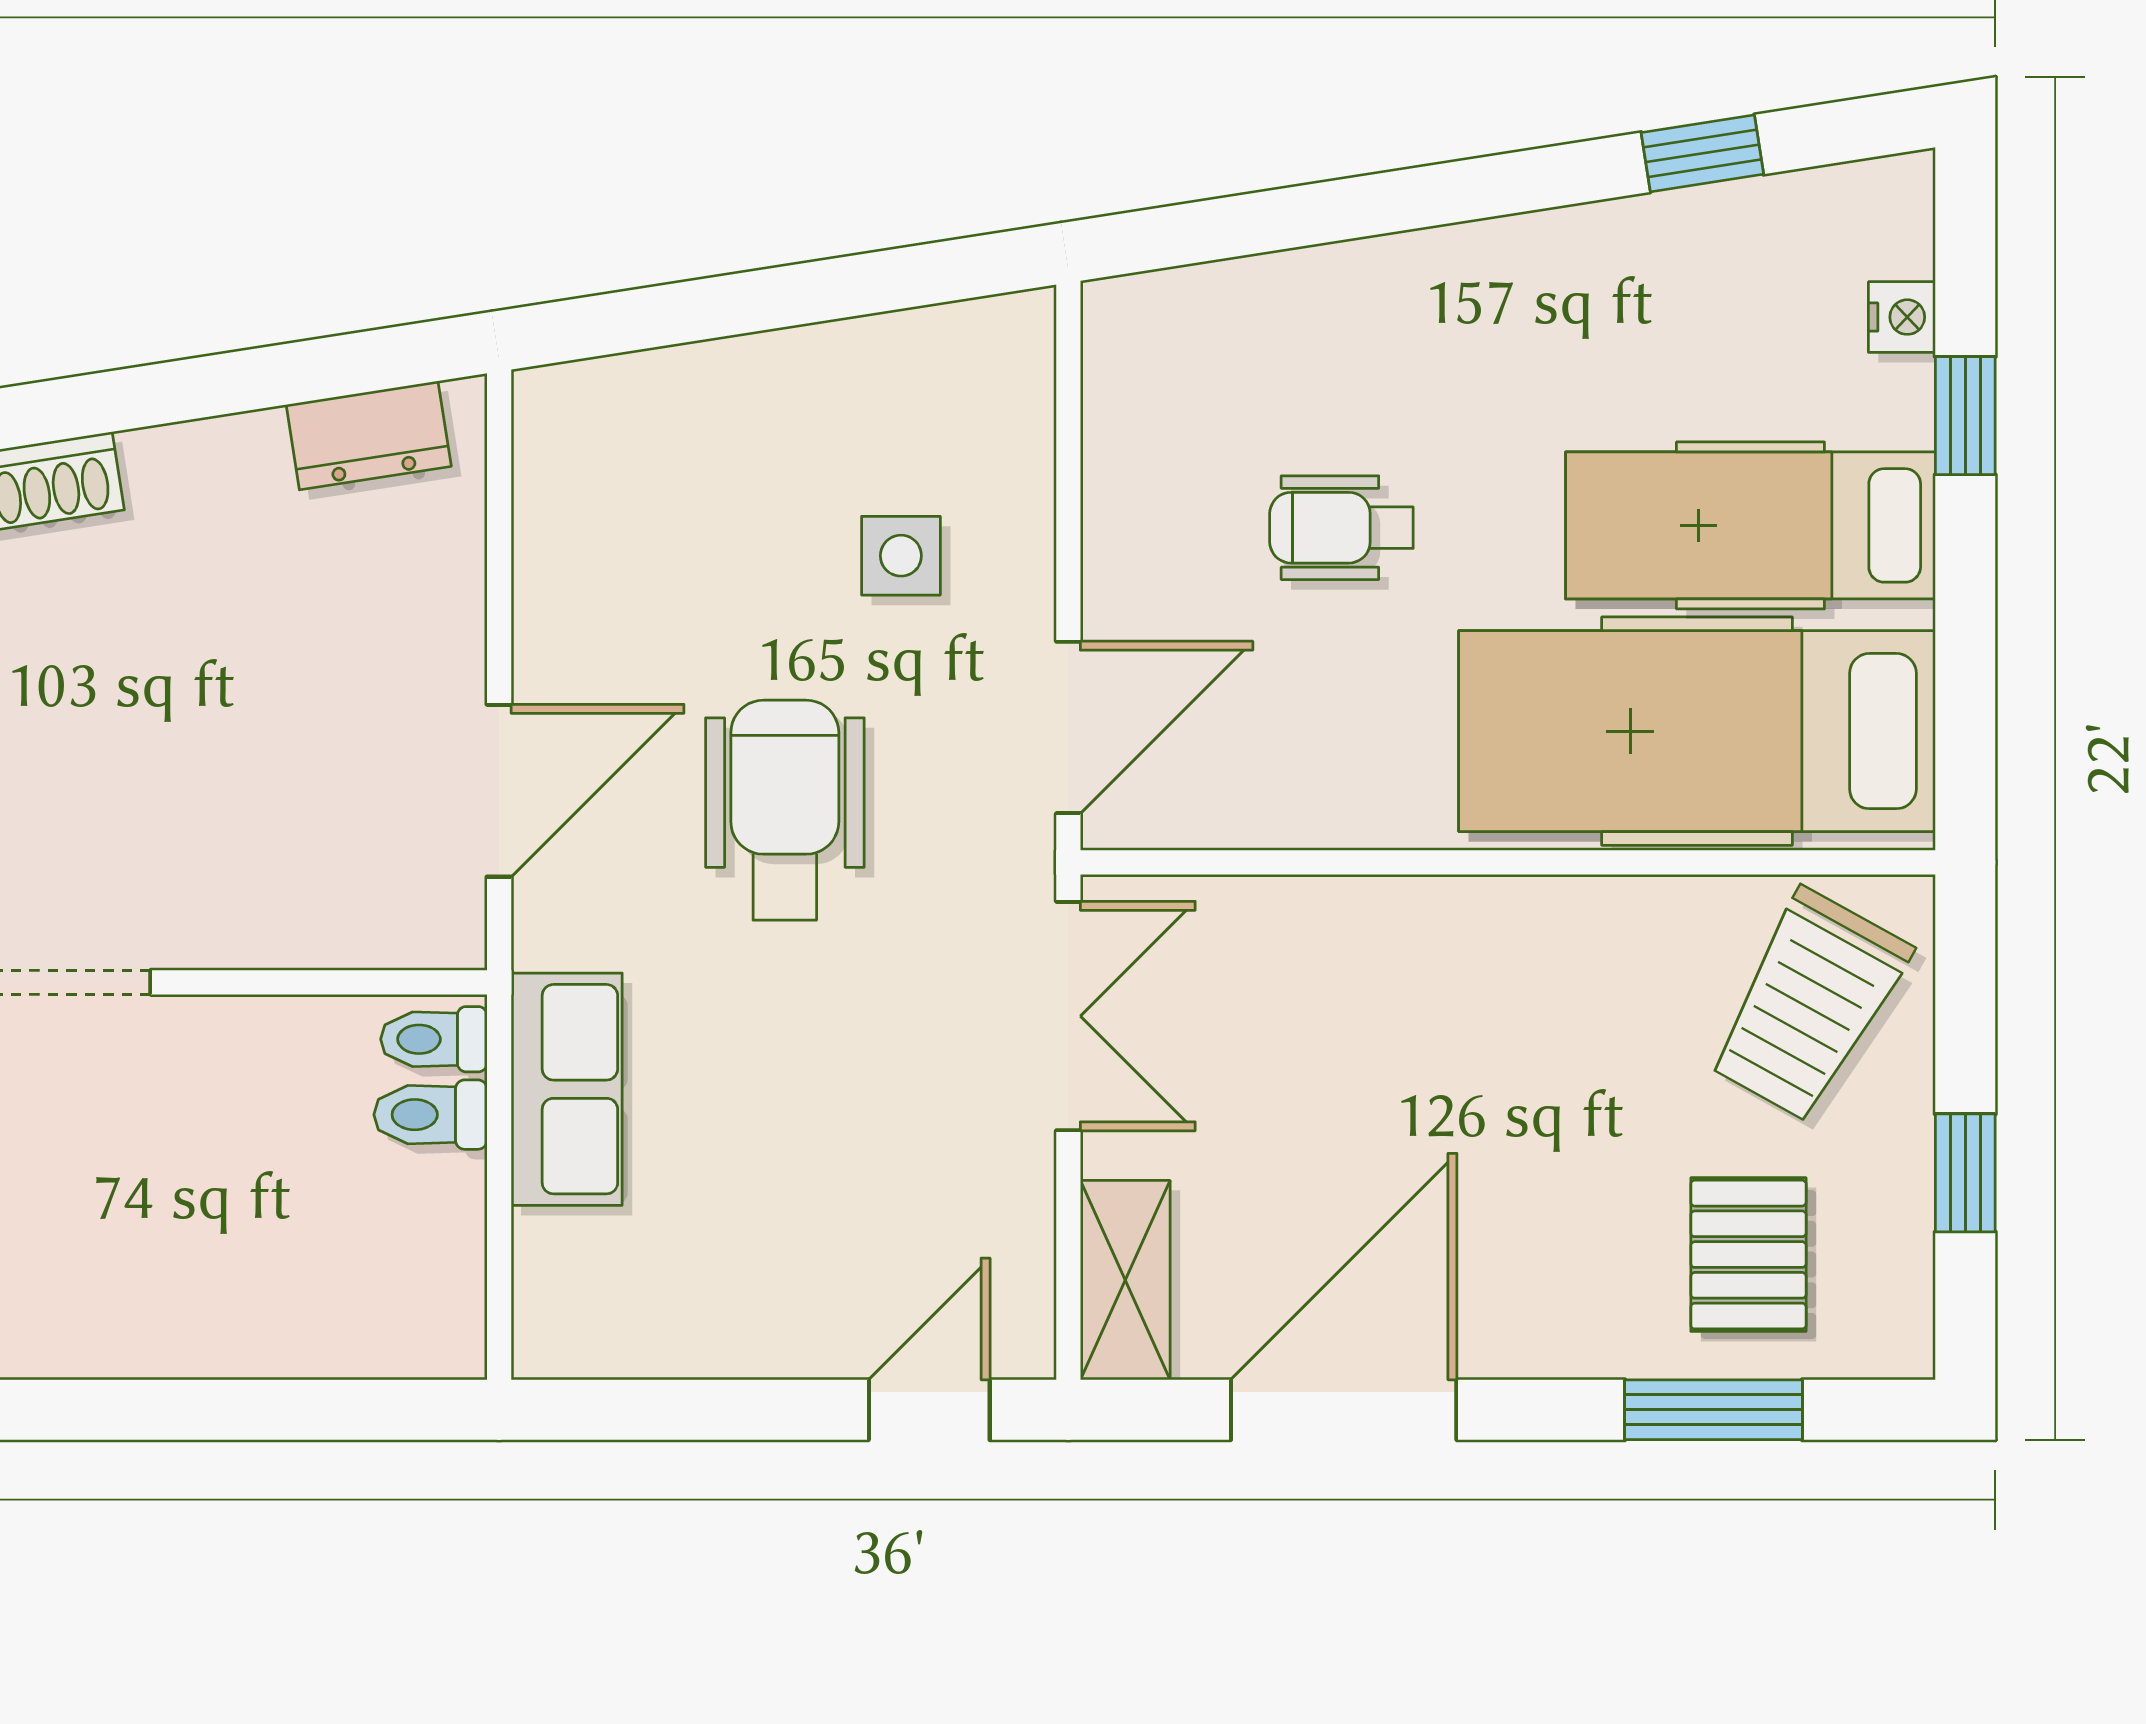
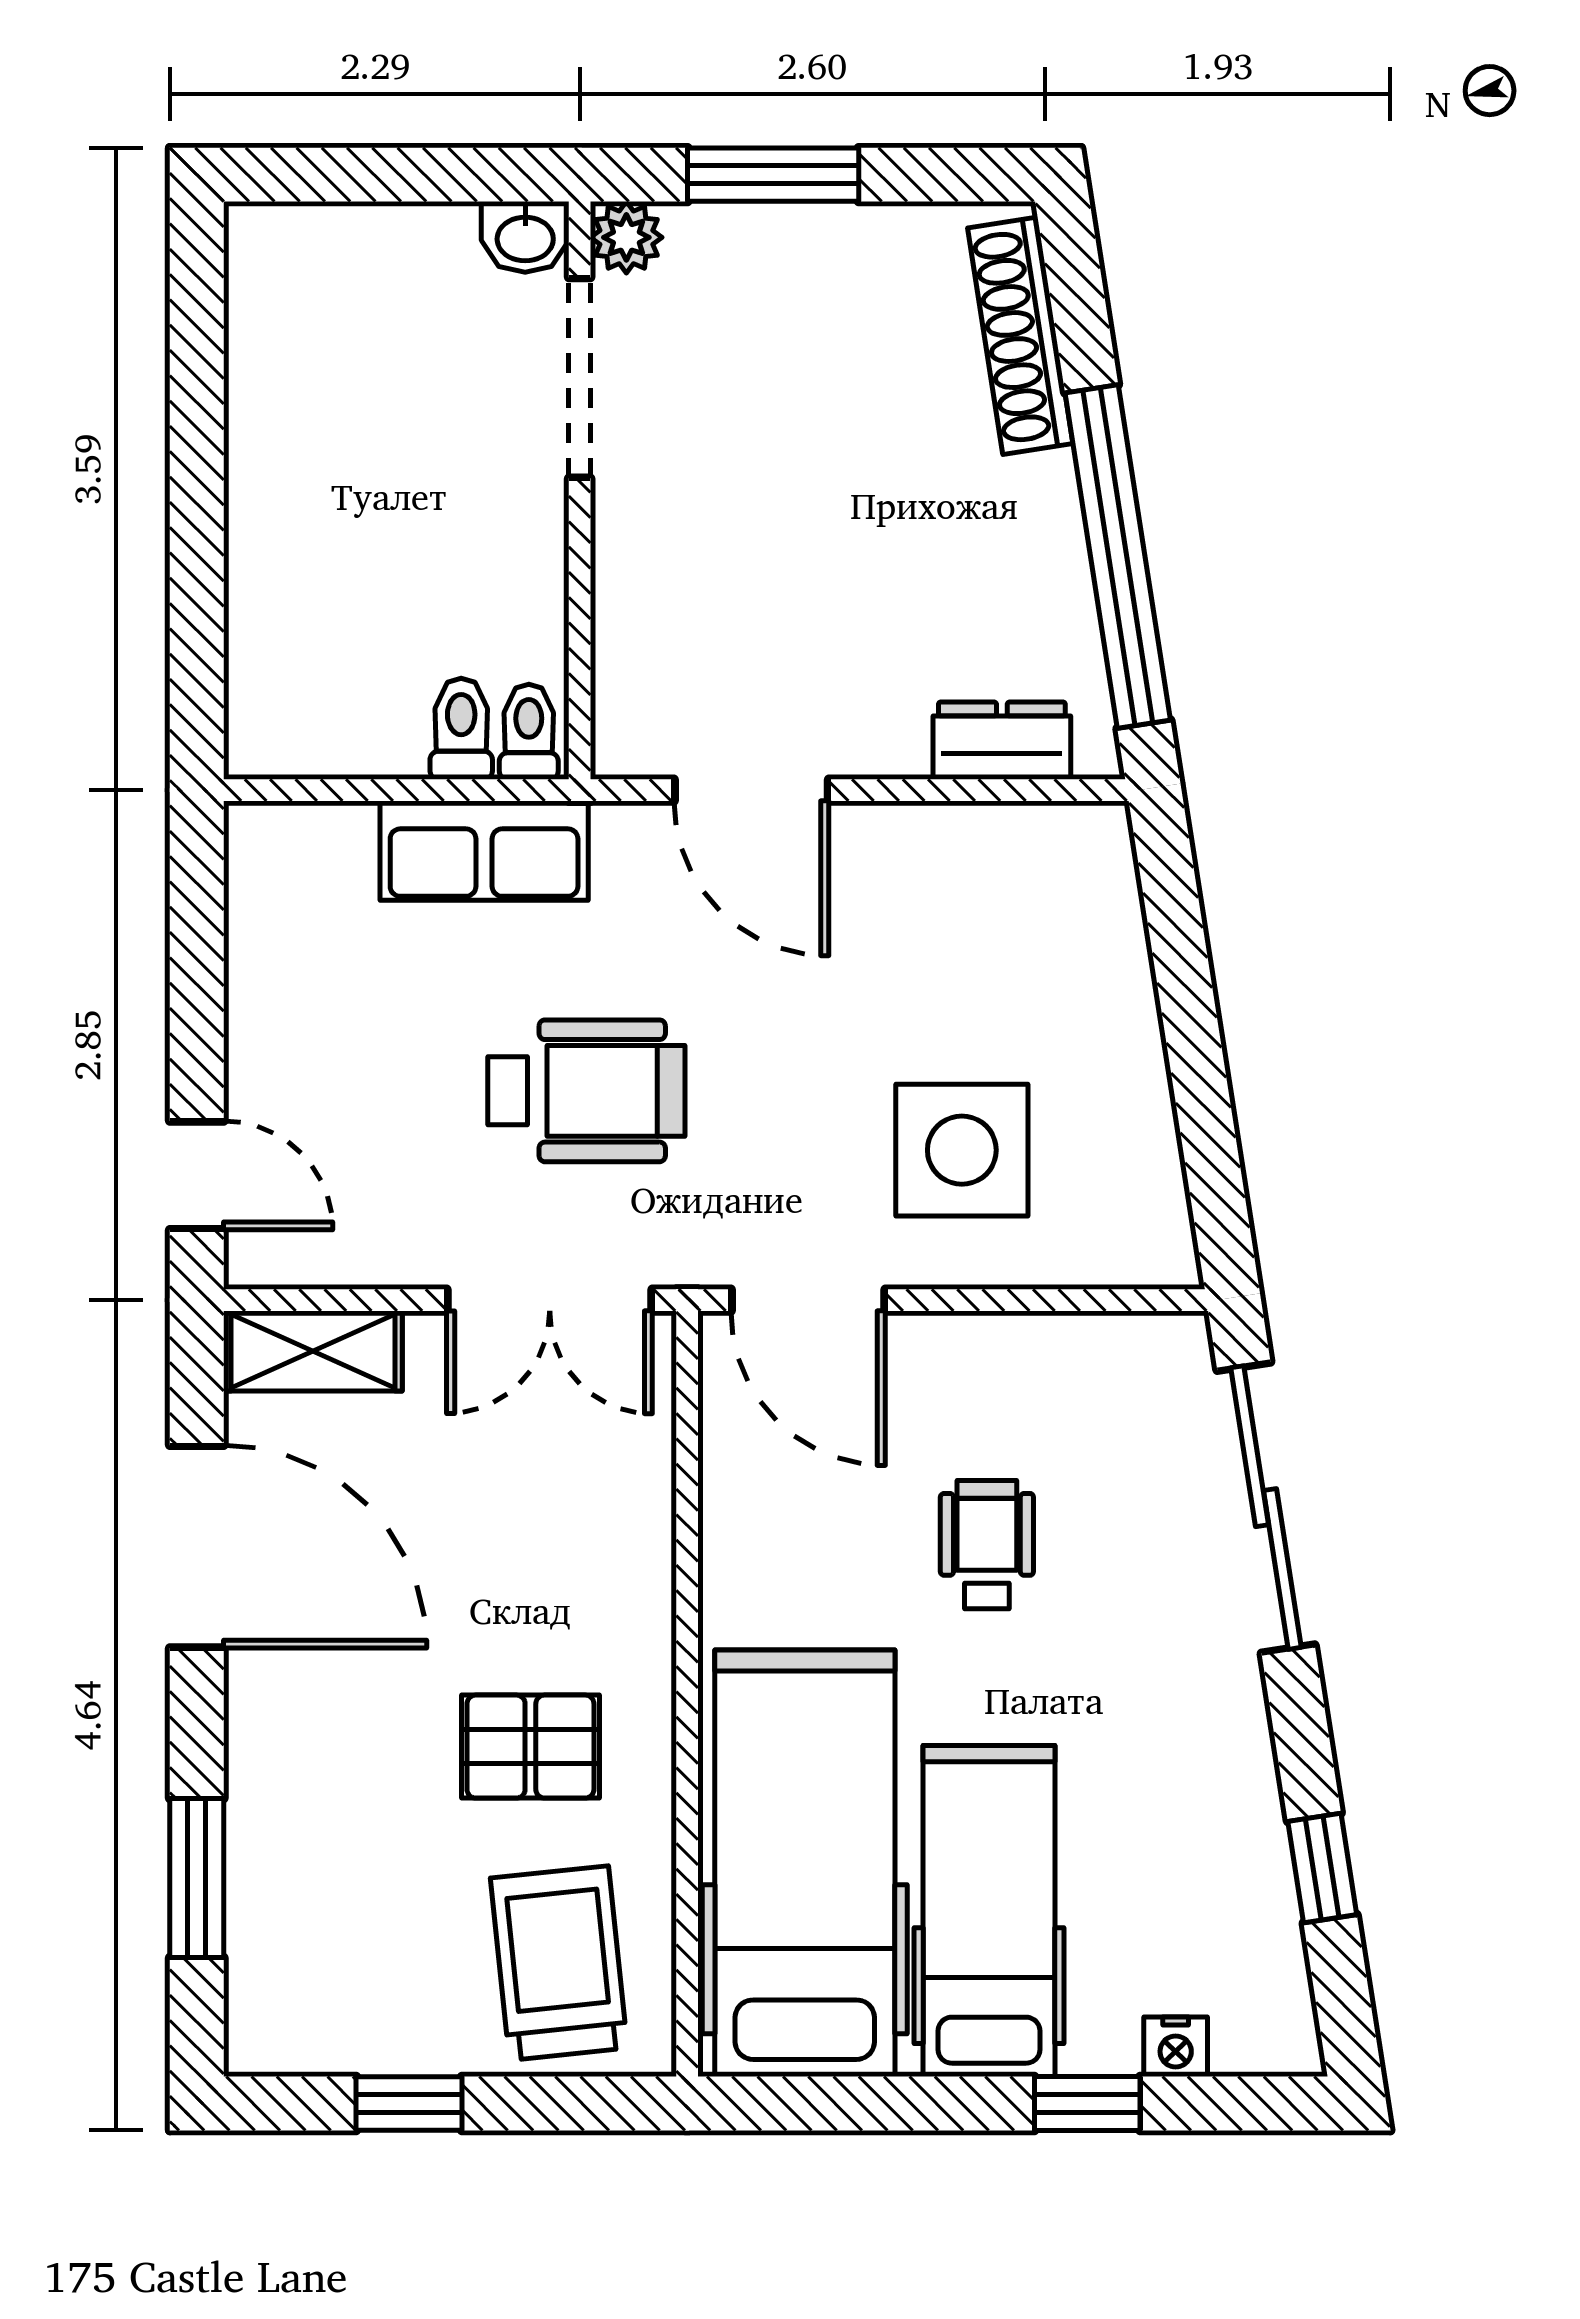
sliding door: (1300, 216) -> (1266, 1508), added
window: (238, 382) -> (1118, 557), added
dresser: (369, 435) -> (1002, 741), moved, turned 99
side table: (901, 556) -> (962, 1150), width x1.87, depth x1.87
wheelchair: (785, 810) -> (586, 1091), moved
trolley: (1809, 1005) -> (559, 1963), turned 55
pallet: (1748, 1255) -> (530, 1747), moved

